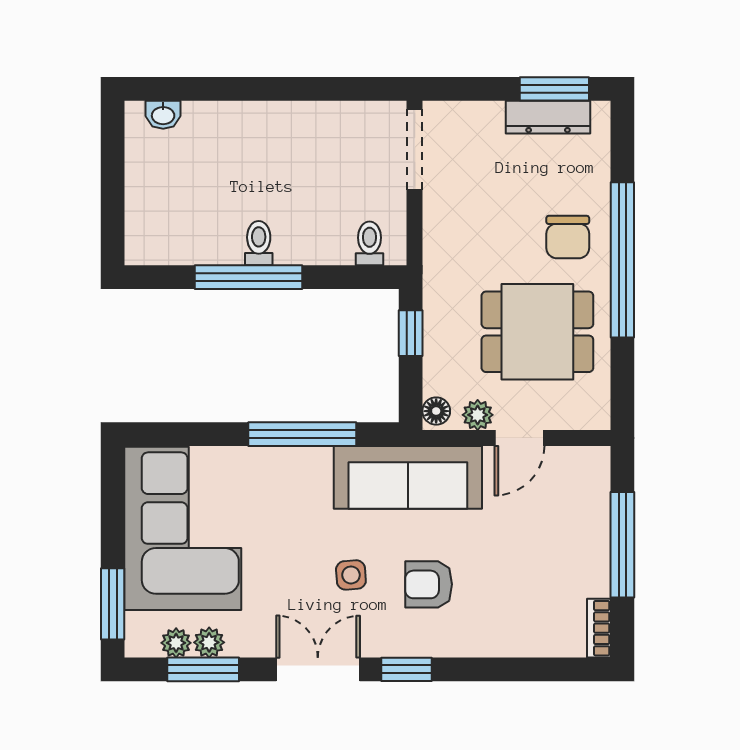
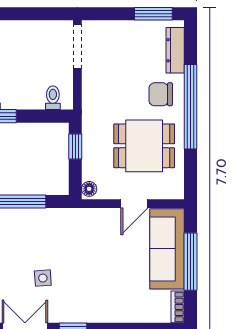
dresser: (548, 117) -> (175, 50), moved, turned 90
chair: (568, 237) -> (161, 94), turned 90
plant: (478, 415) -> (112, 191), removed
sofa: (408, 477) -> (167, 249), moved, turned 90
armchair: (429, 584) -> (85, 283), removed

